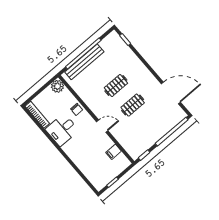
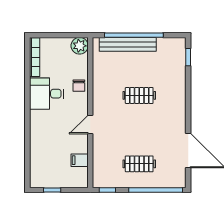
clothes rail: (133, 105) -> (139, 164), moved
door: (102, 126) -> (90, 125), swing flipped

